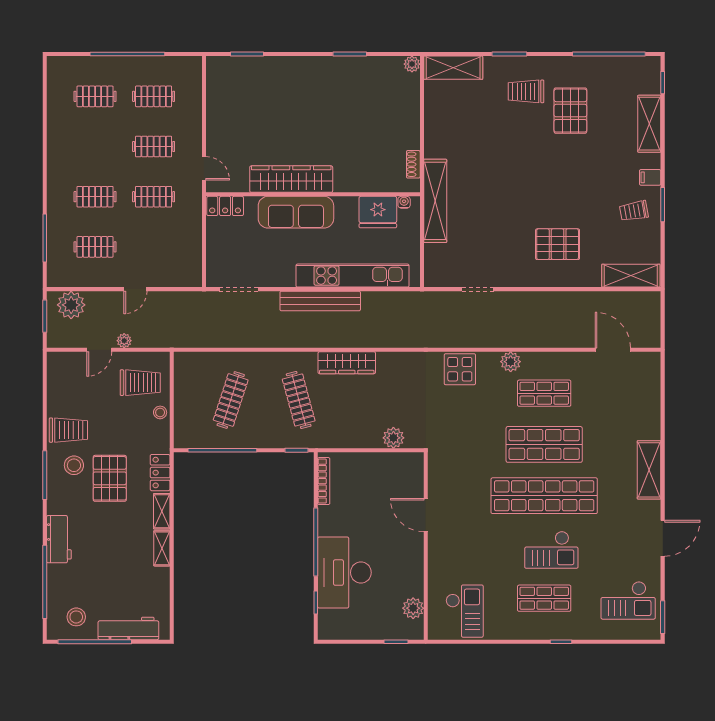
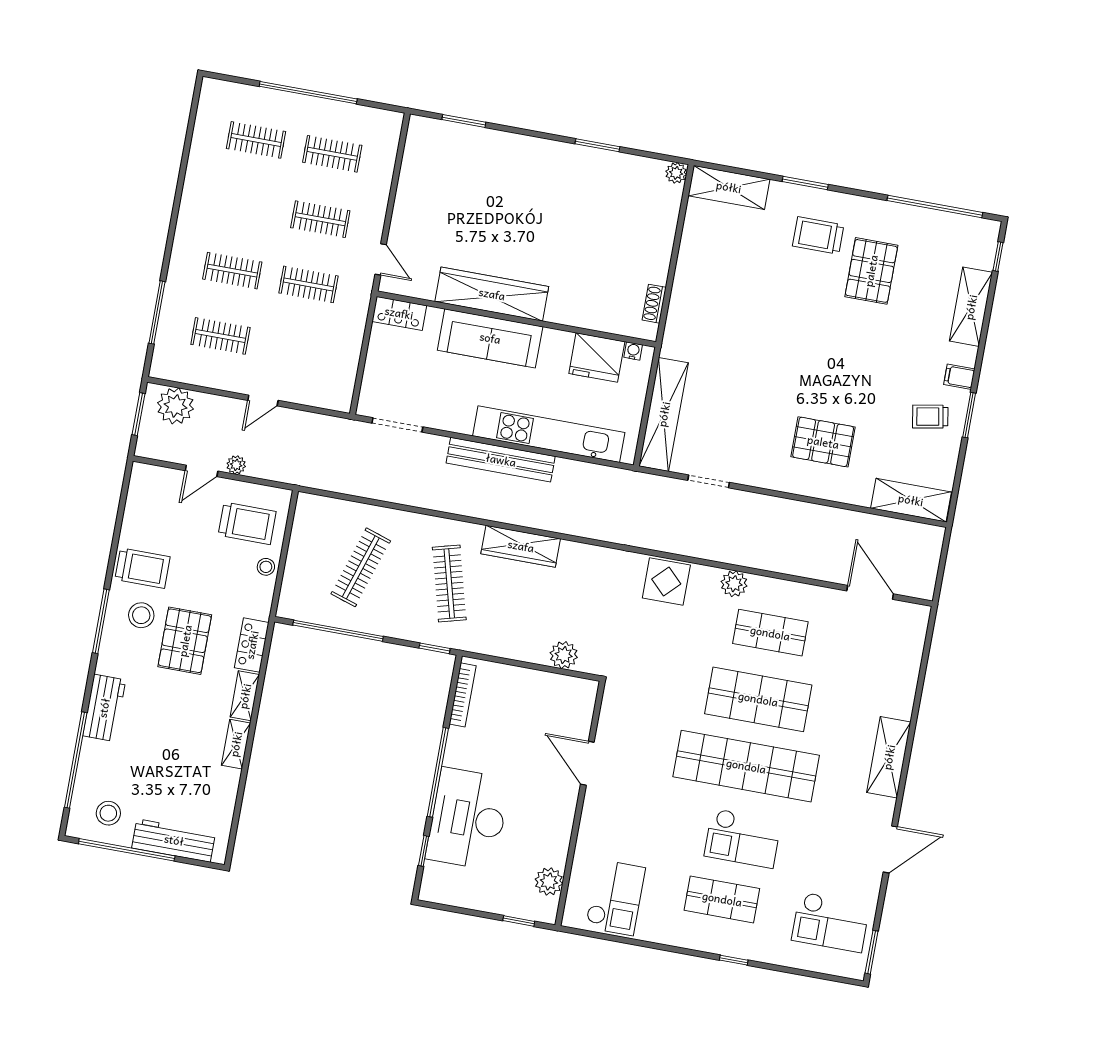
shelving: (435, 201) -> (664, 414), moved

